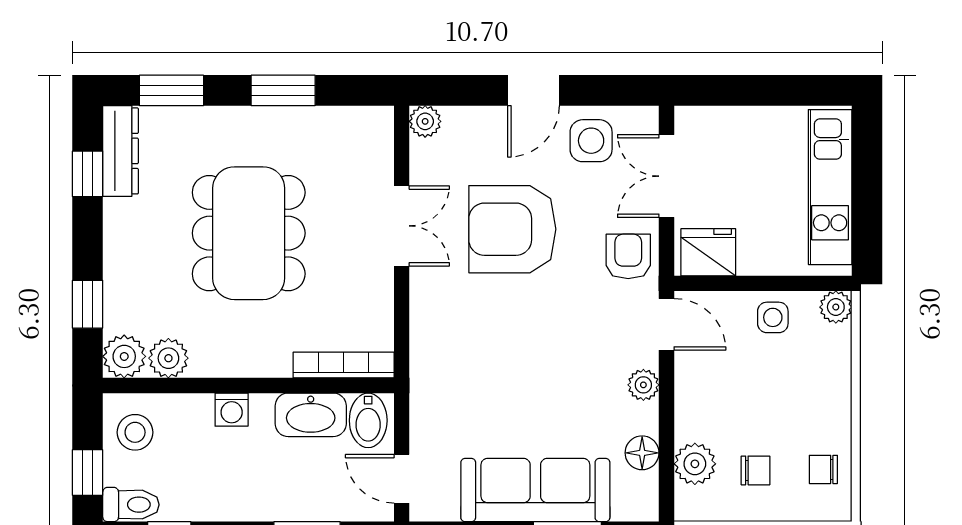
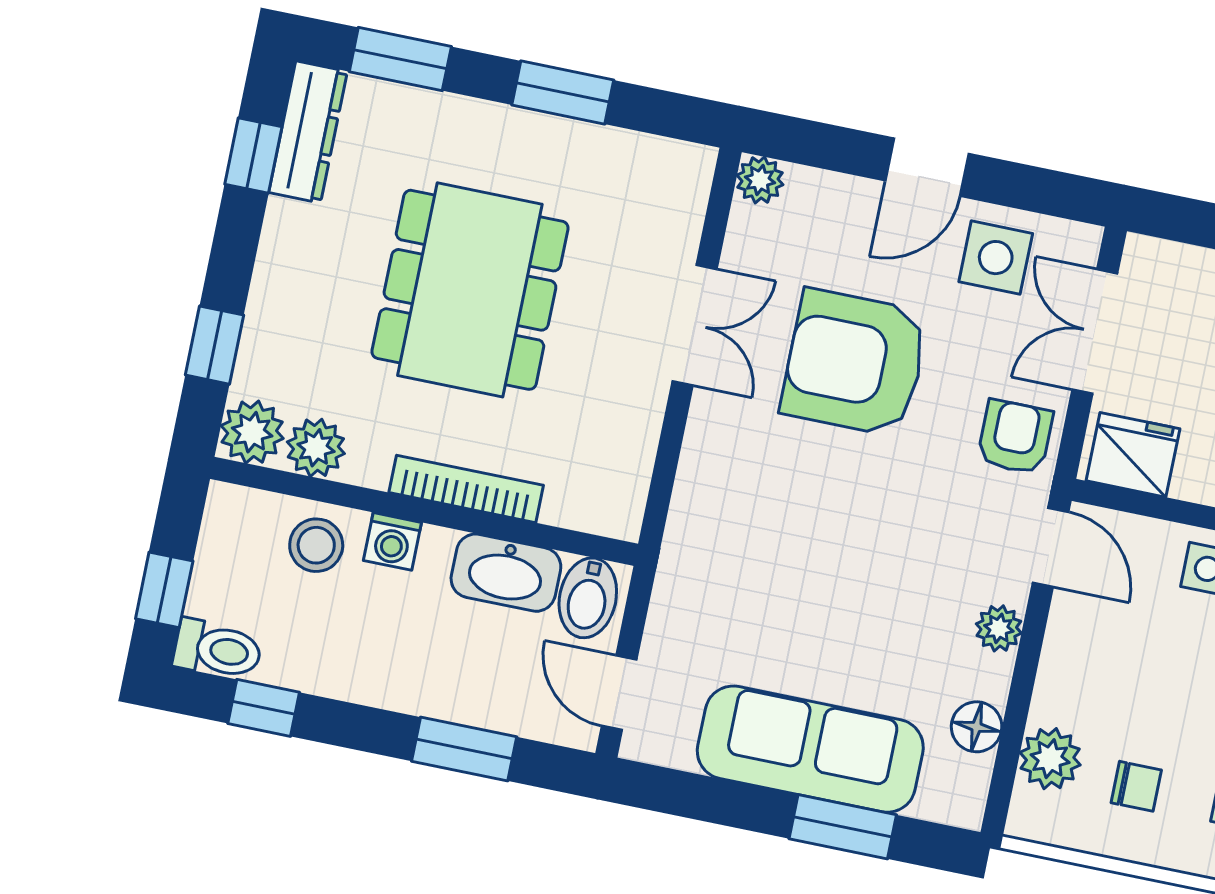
bookcase: (344, 365) -> (466, 489), moved
stool: (135, 432) -> (316, 545), moved

